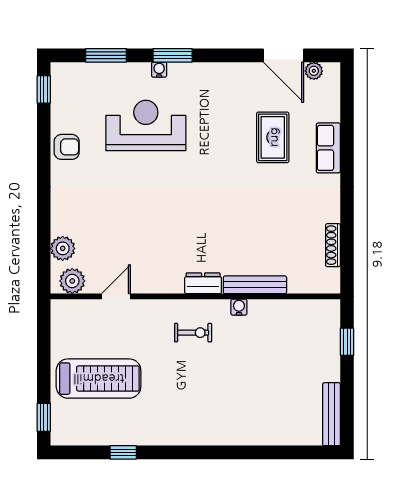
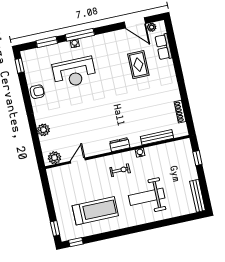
window: (173, 55) -> (80, 35), width x1.44
reception desk: (146, 126) -> (74, 73), turned 180
row of seats: (328, 148) -> (163, 47), moved
plant: (63, 248) -> (43, 130), moved
bench: (255, 285) -> (157, 137), moved
treadmill: (99, 379) -> (95, 211), moved
weight bench: (233, 395) -> (147, 197), added
window: (123, 452) -> (76, 242), moved

